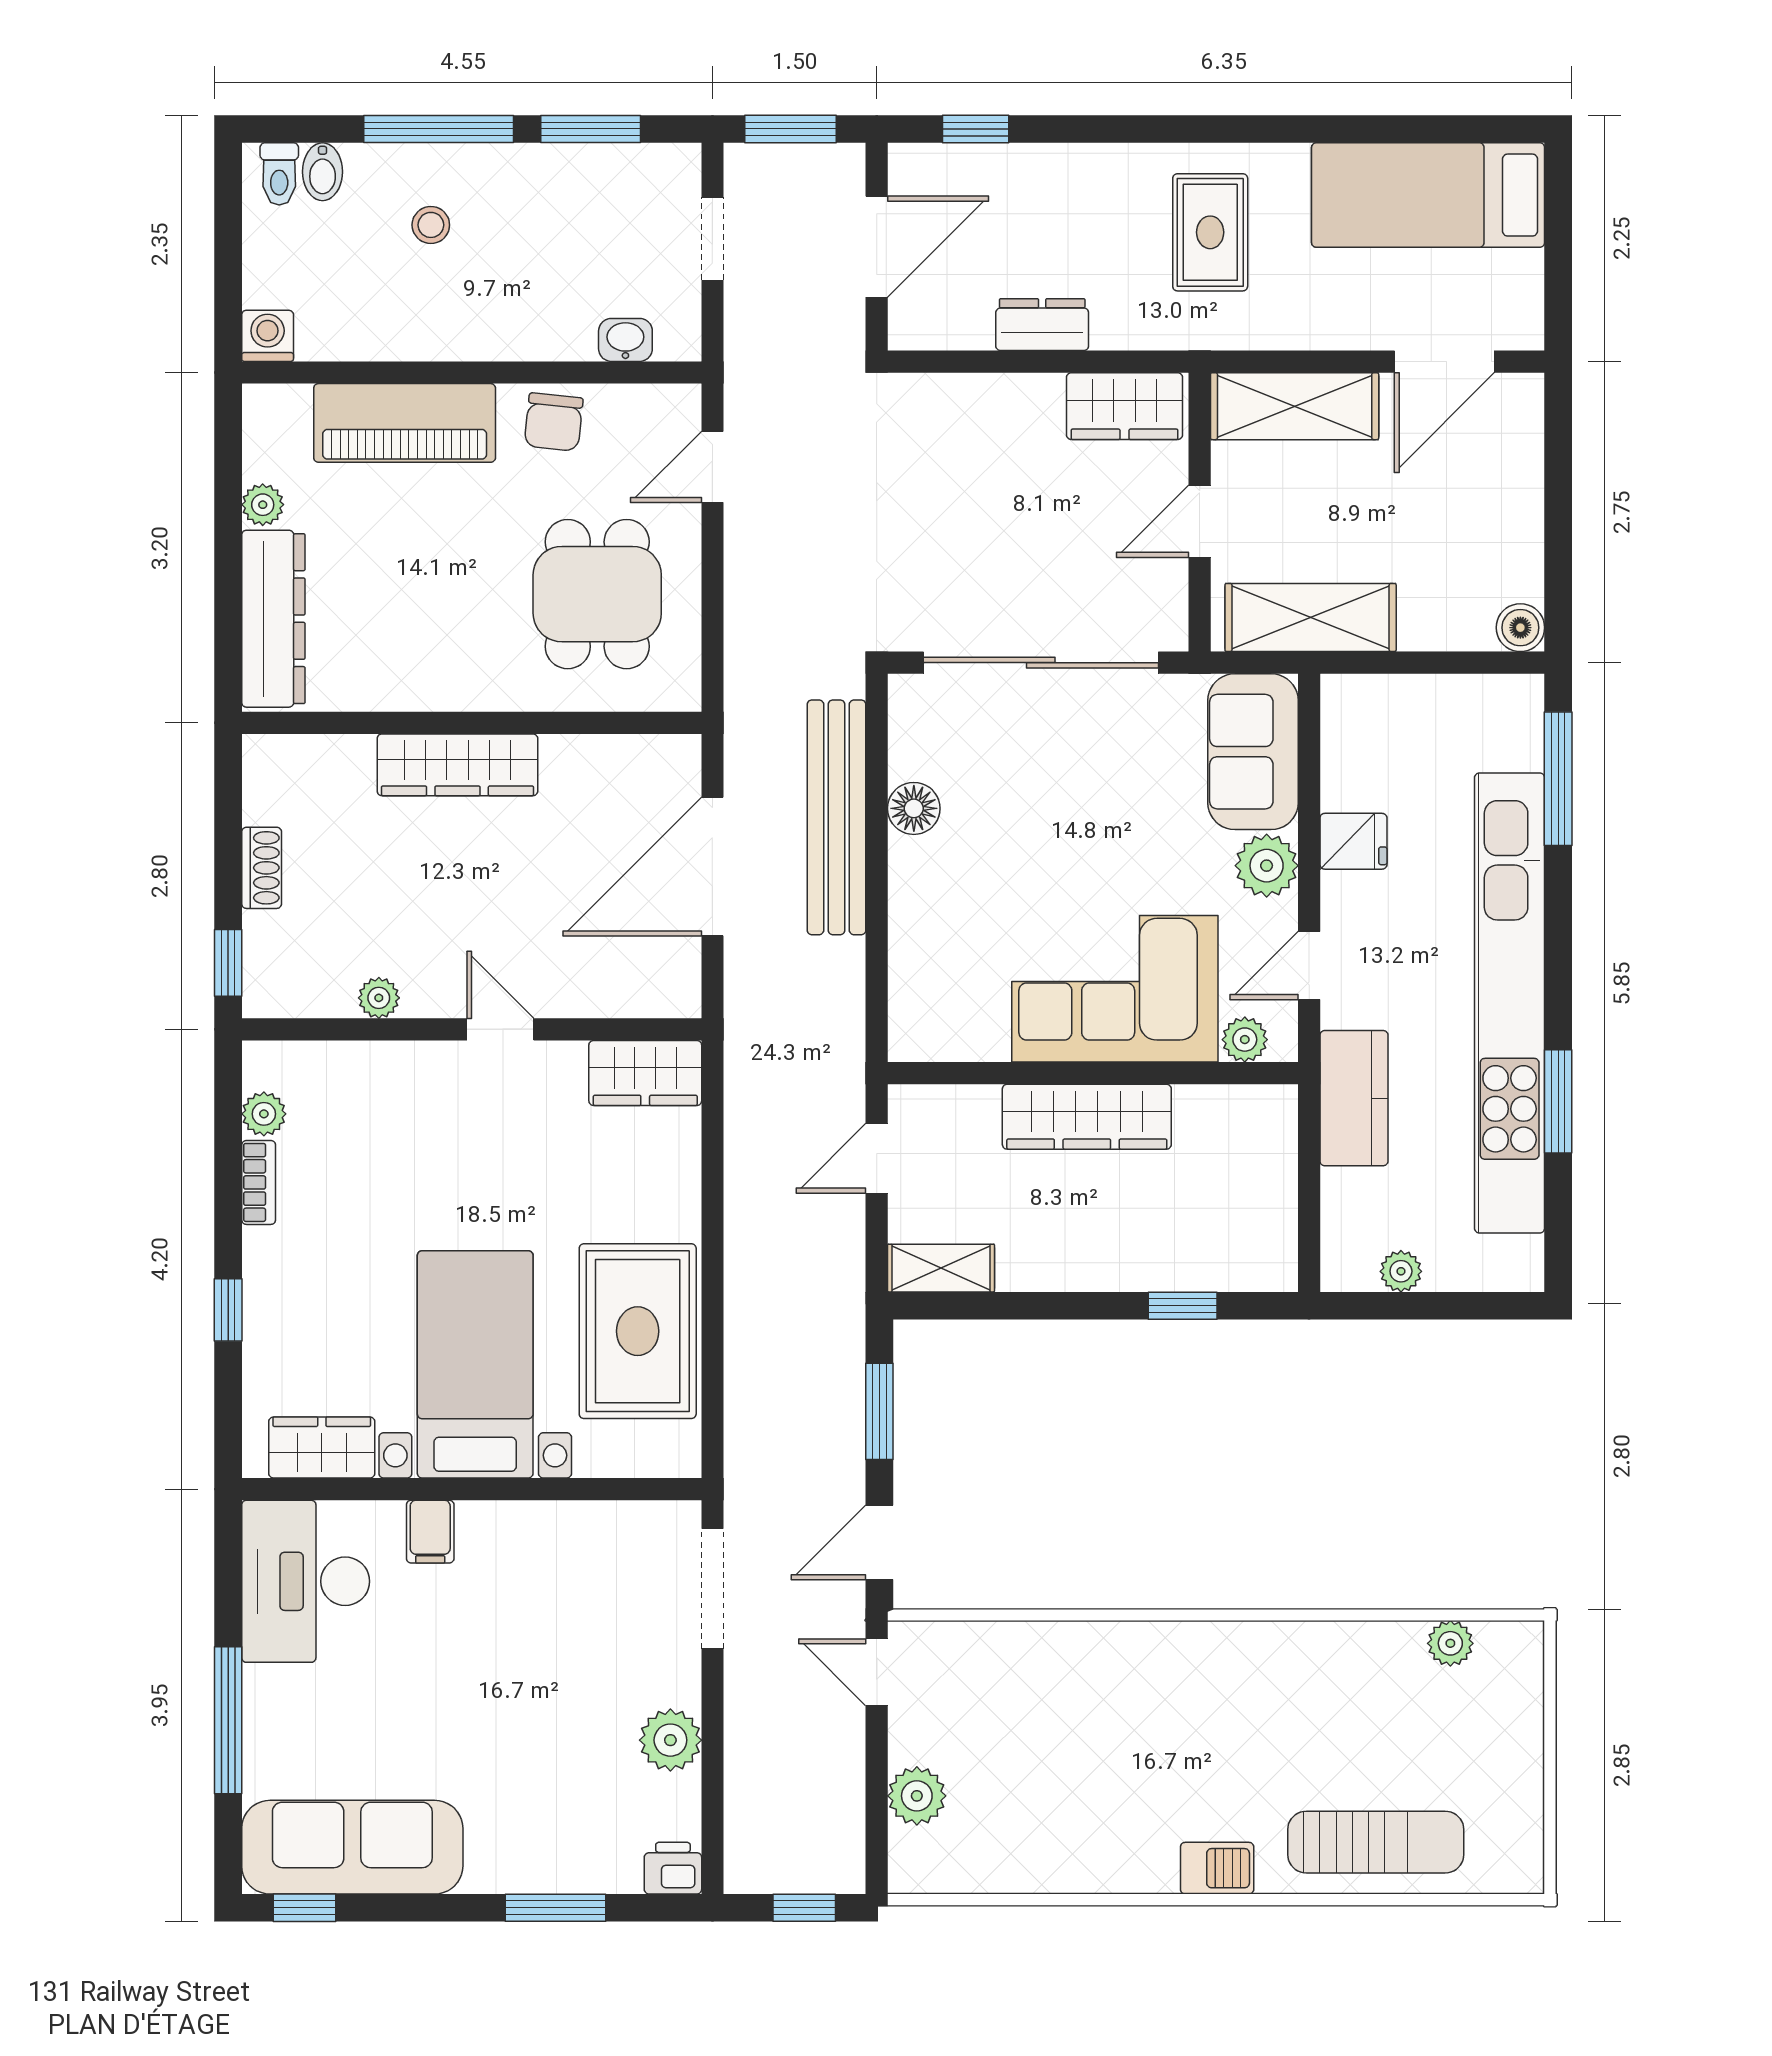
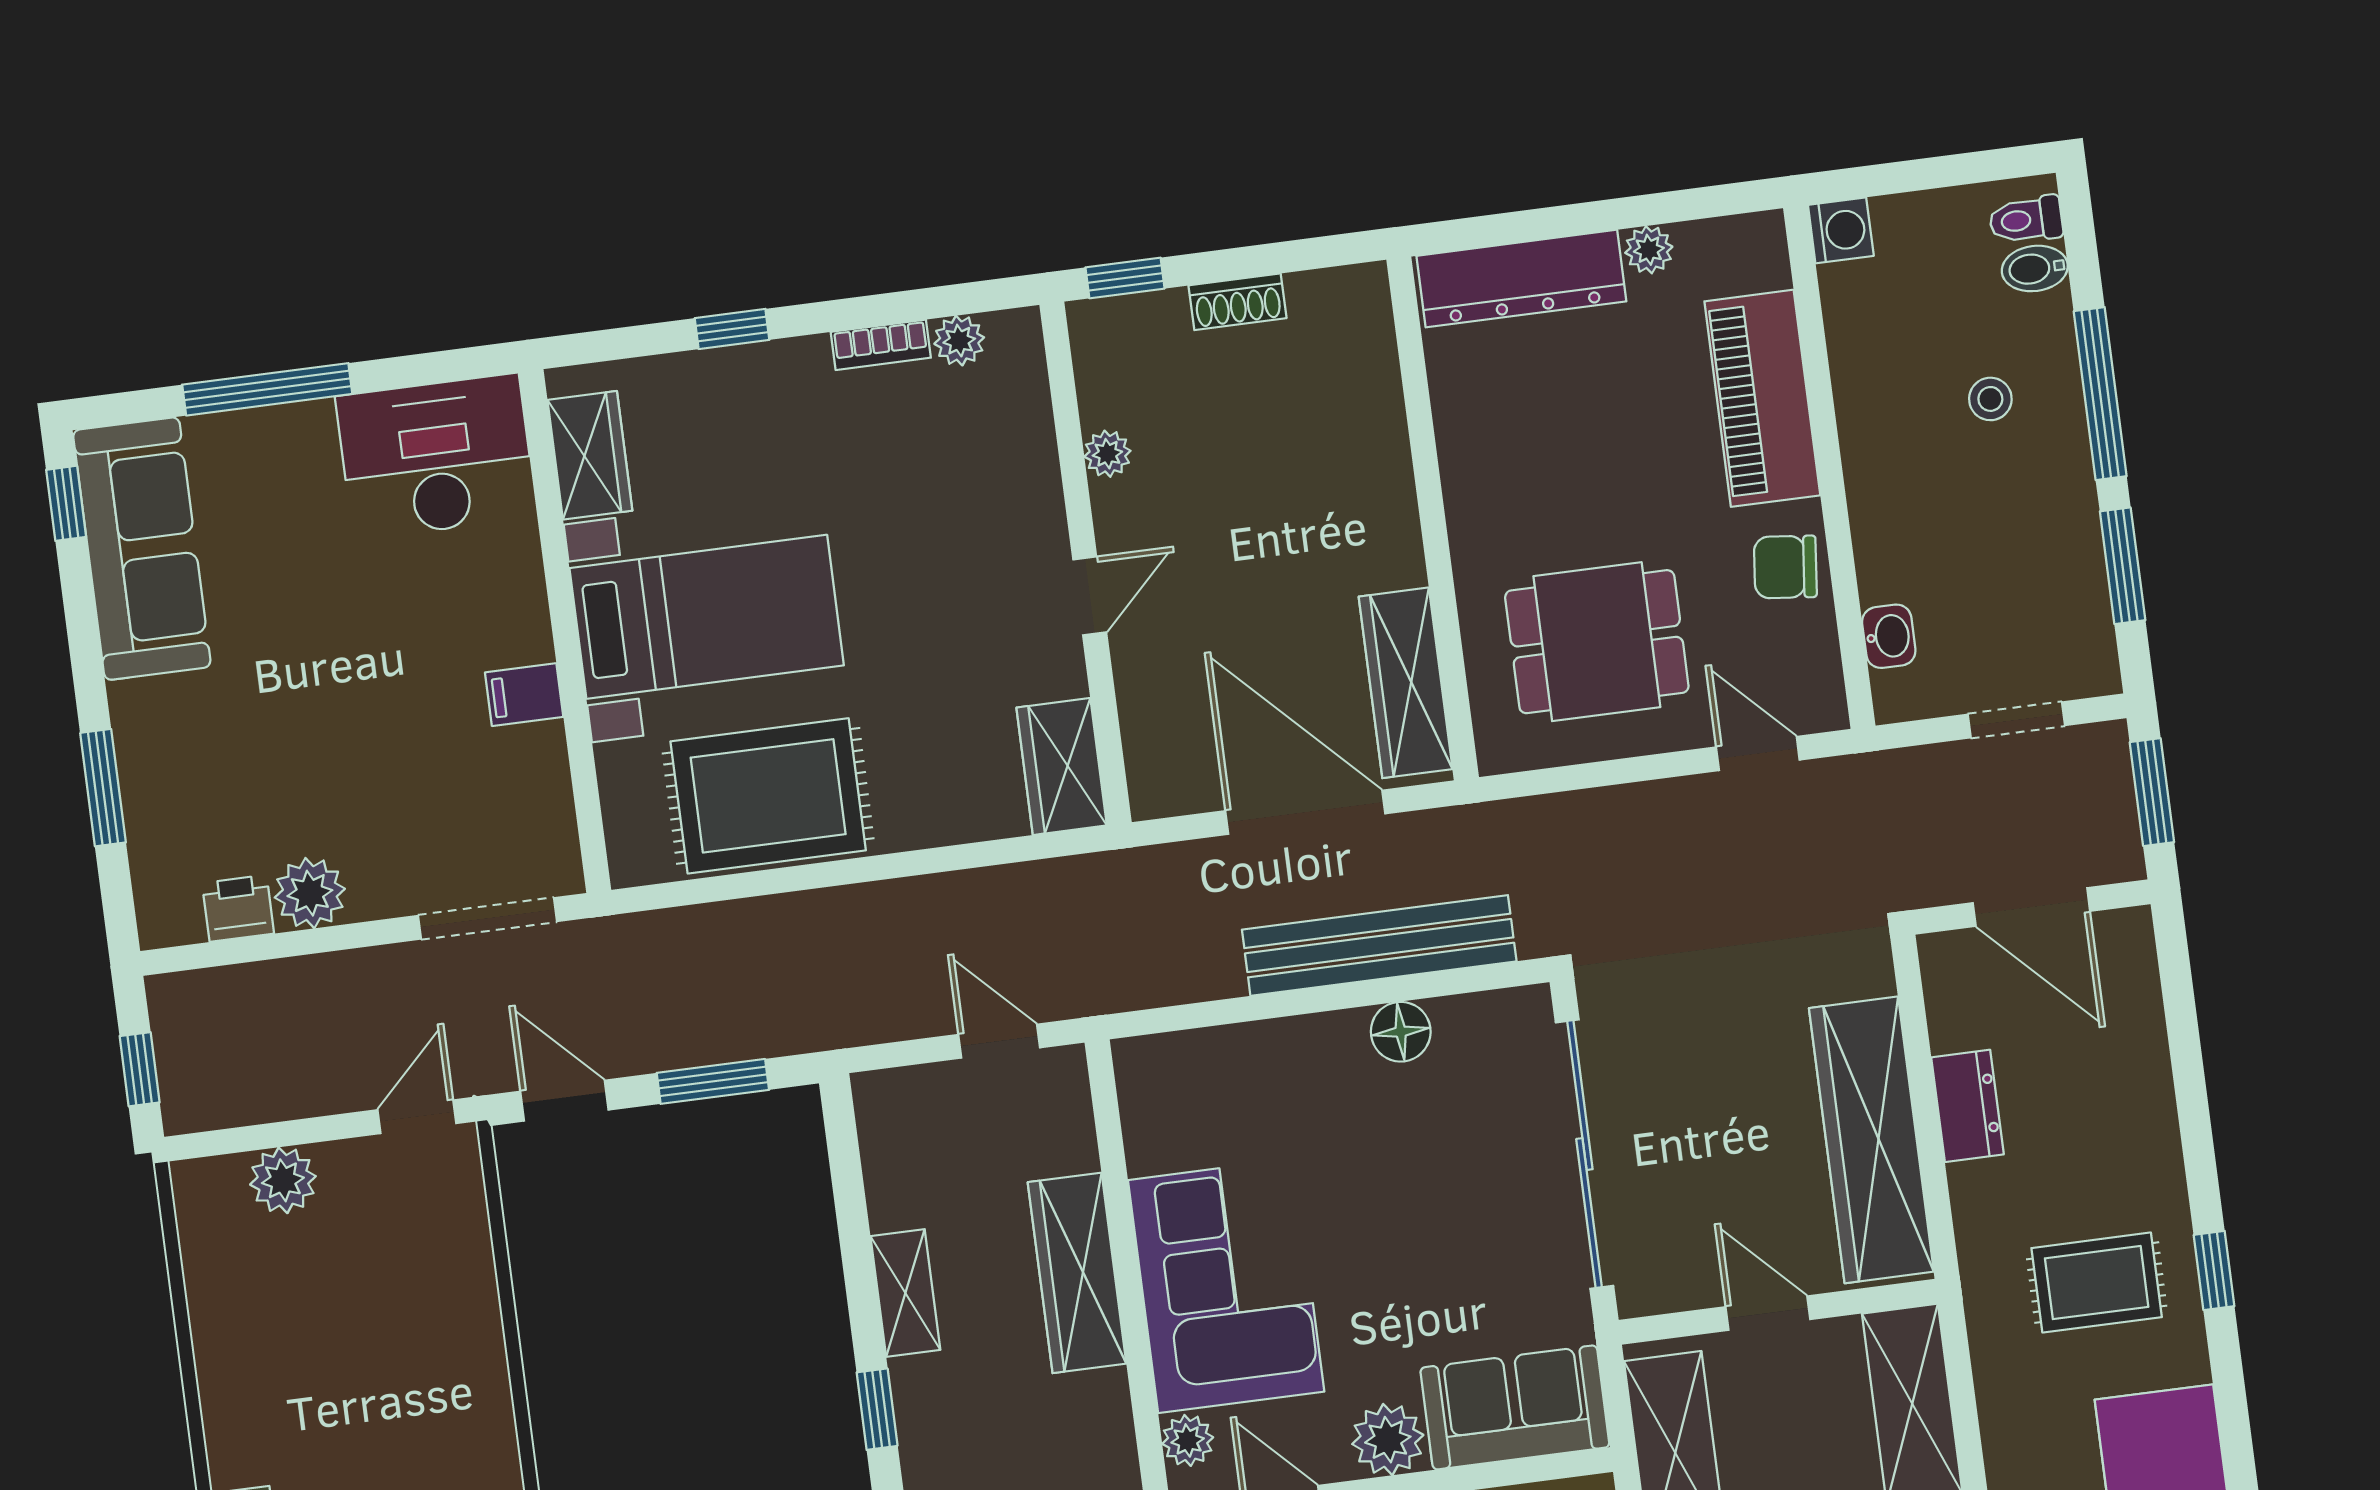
window: (976, 129) -> (2214, 1270), moved
wardrobe: (1125, 406) -> (1871, 1140), width x2.10, depth x1.17
wardrobe: (457, 765) -> (1406, 683), moved
shelving: (941, 1268) -> (905, 1293), moved
filing cabinet: (430, 1532) -> (524, 695), moved
printer: (673, 1868) -> (238, 908), moved, turned -90

